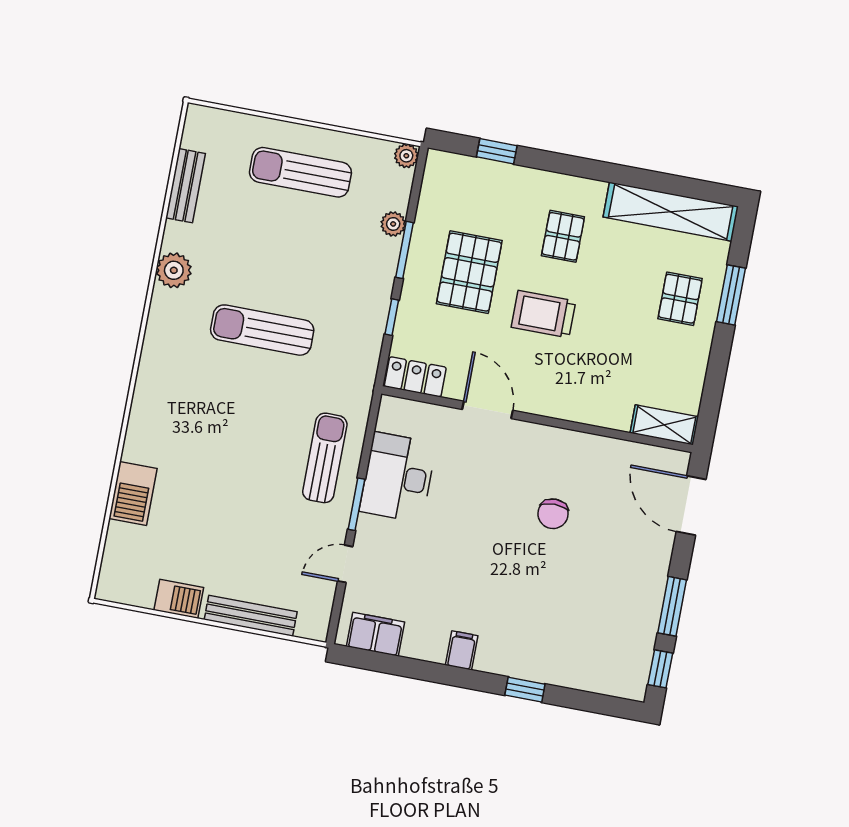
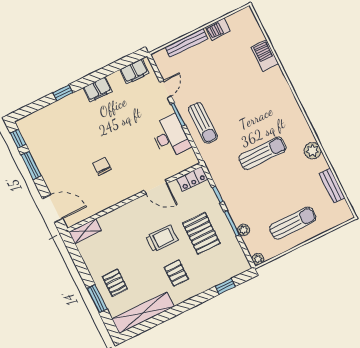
filing cabinet: (462, 650) -> (98, 90), width x2.00

